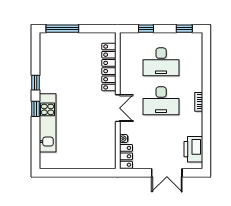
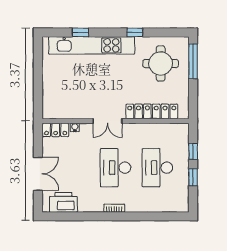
window: (184, 29) -> (193, 177), moved
round table: (64, 59) -> (161, 63), added
window: (35, 109) -> (80, 32), moved
kitchen unit: (48, 123) -> (92, 45), width x1.36
double door: (167, 173) -> (38, 174), swing flipped

